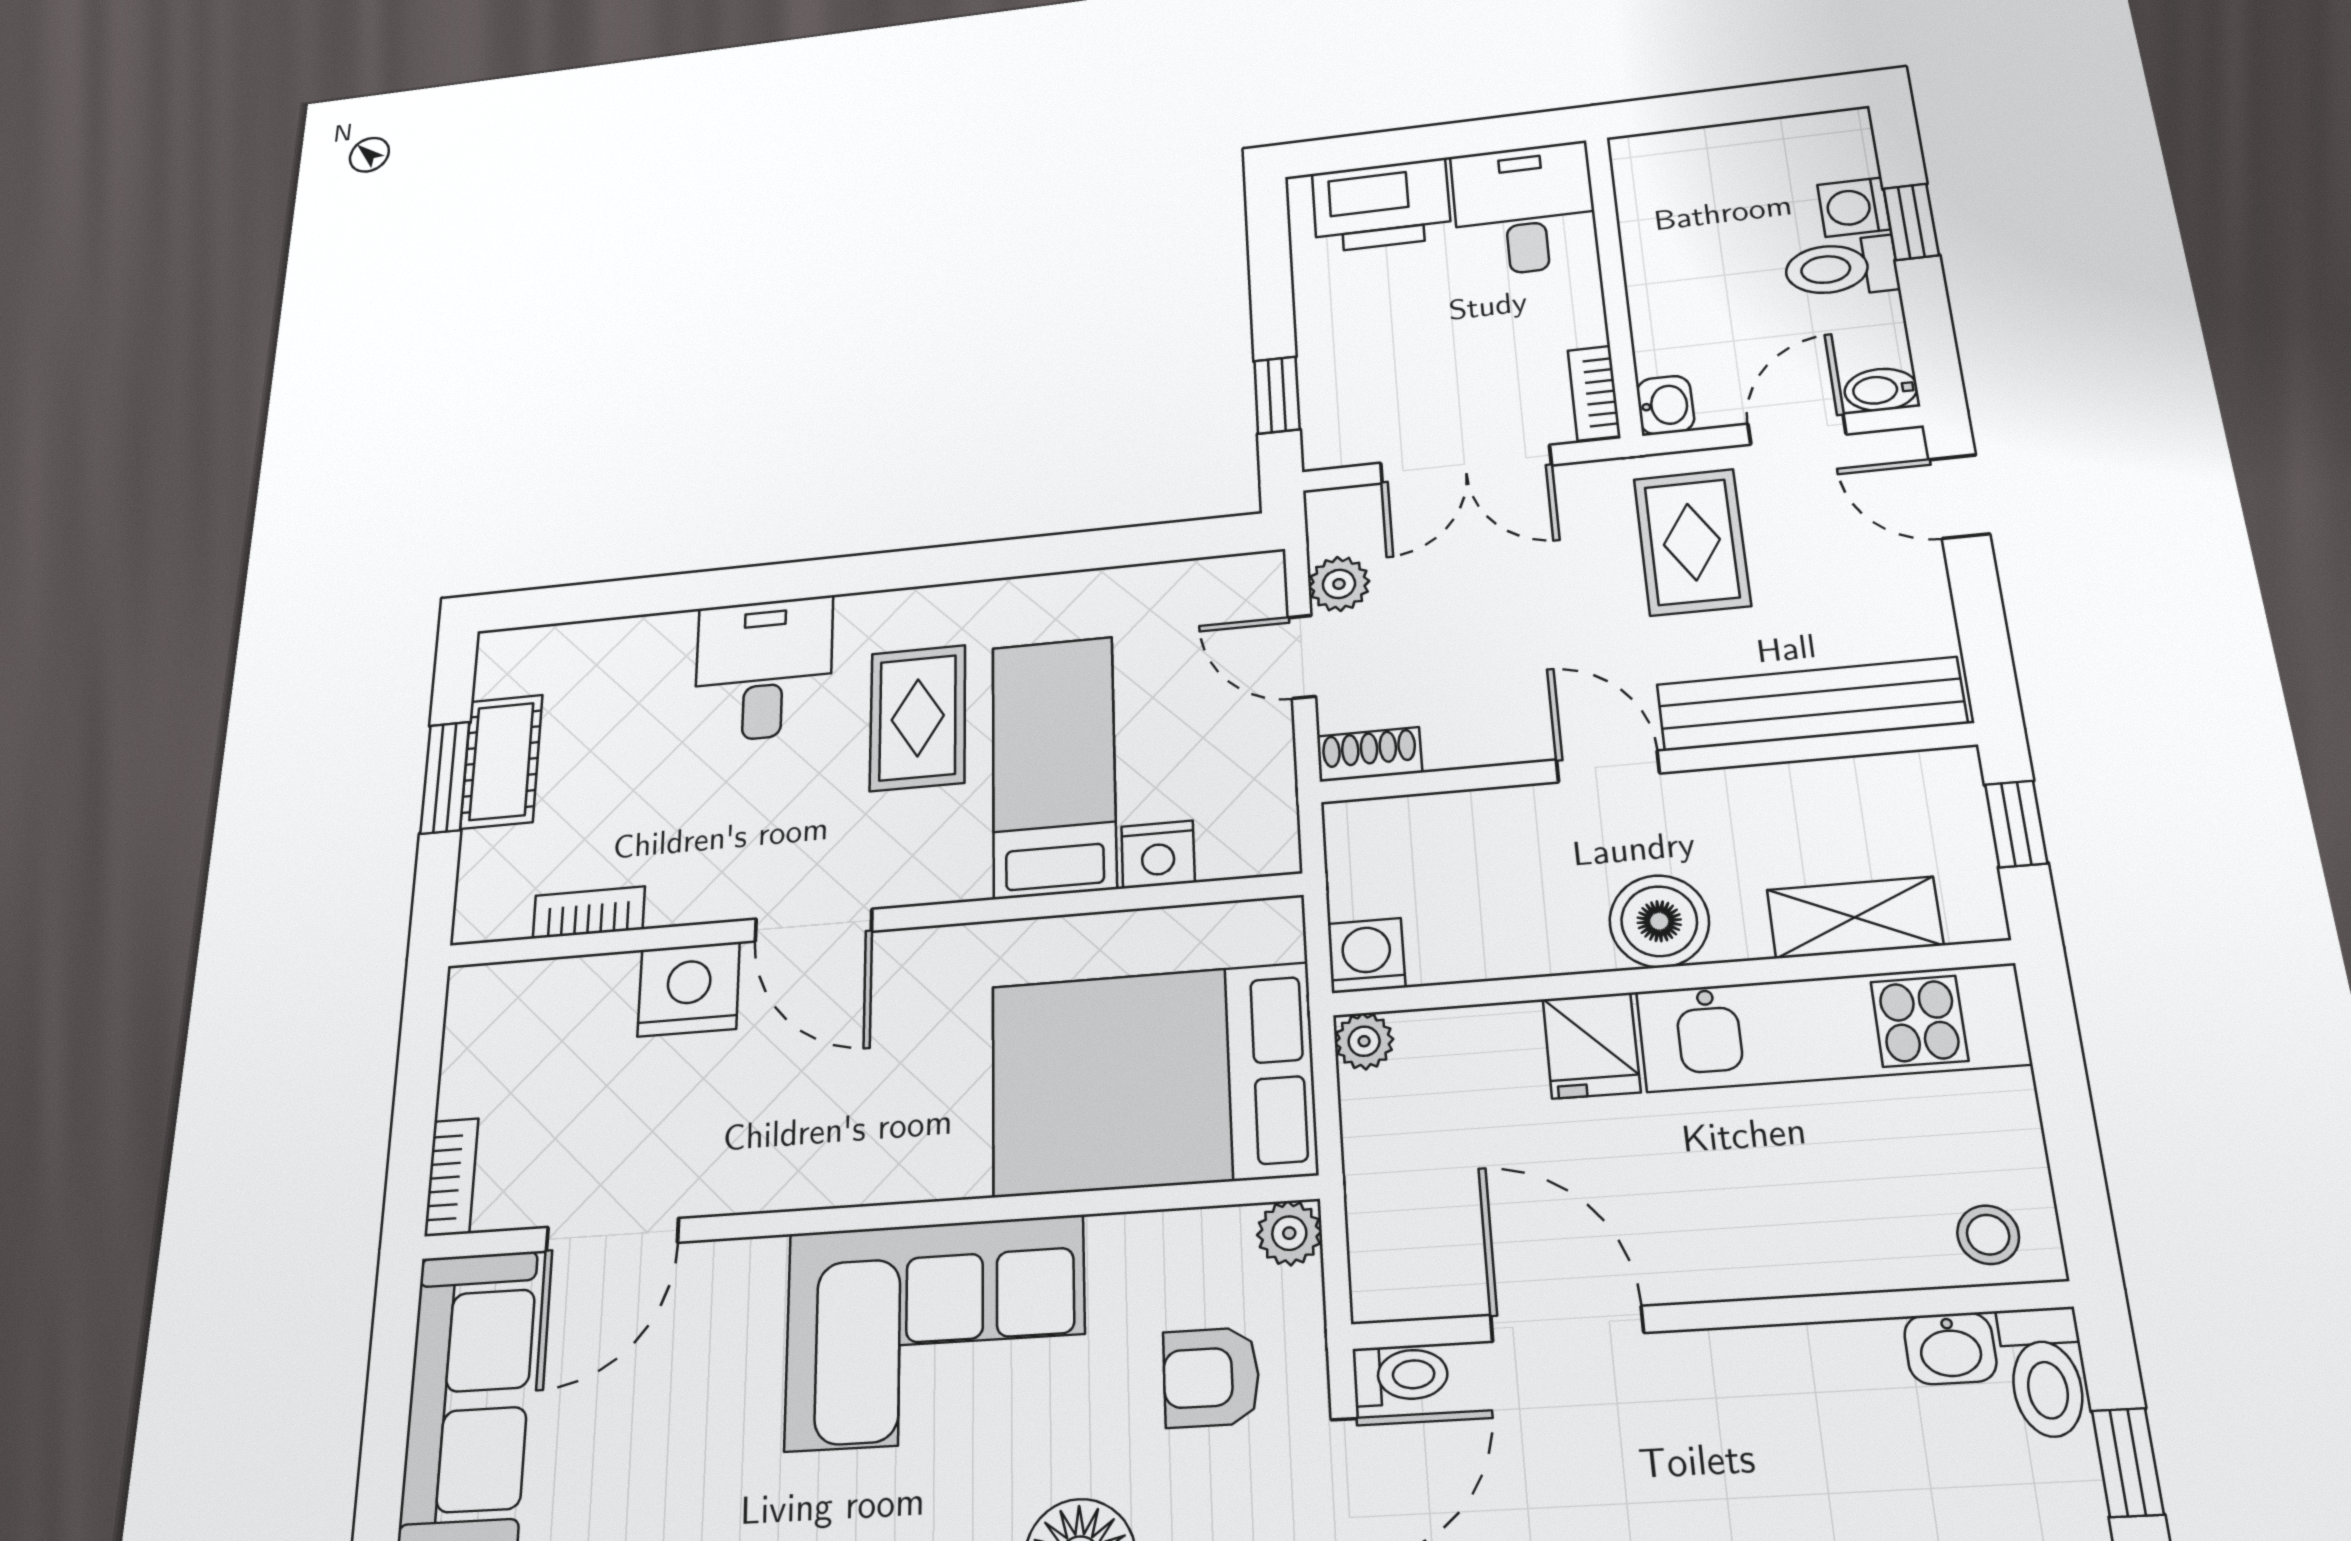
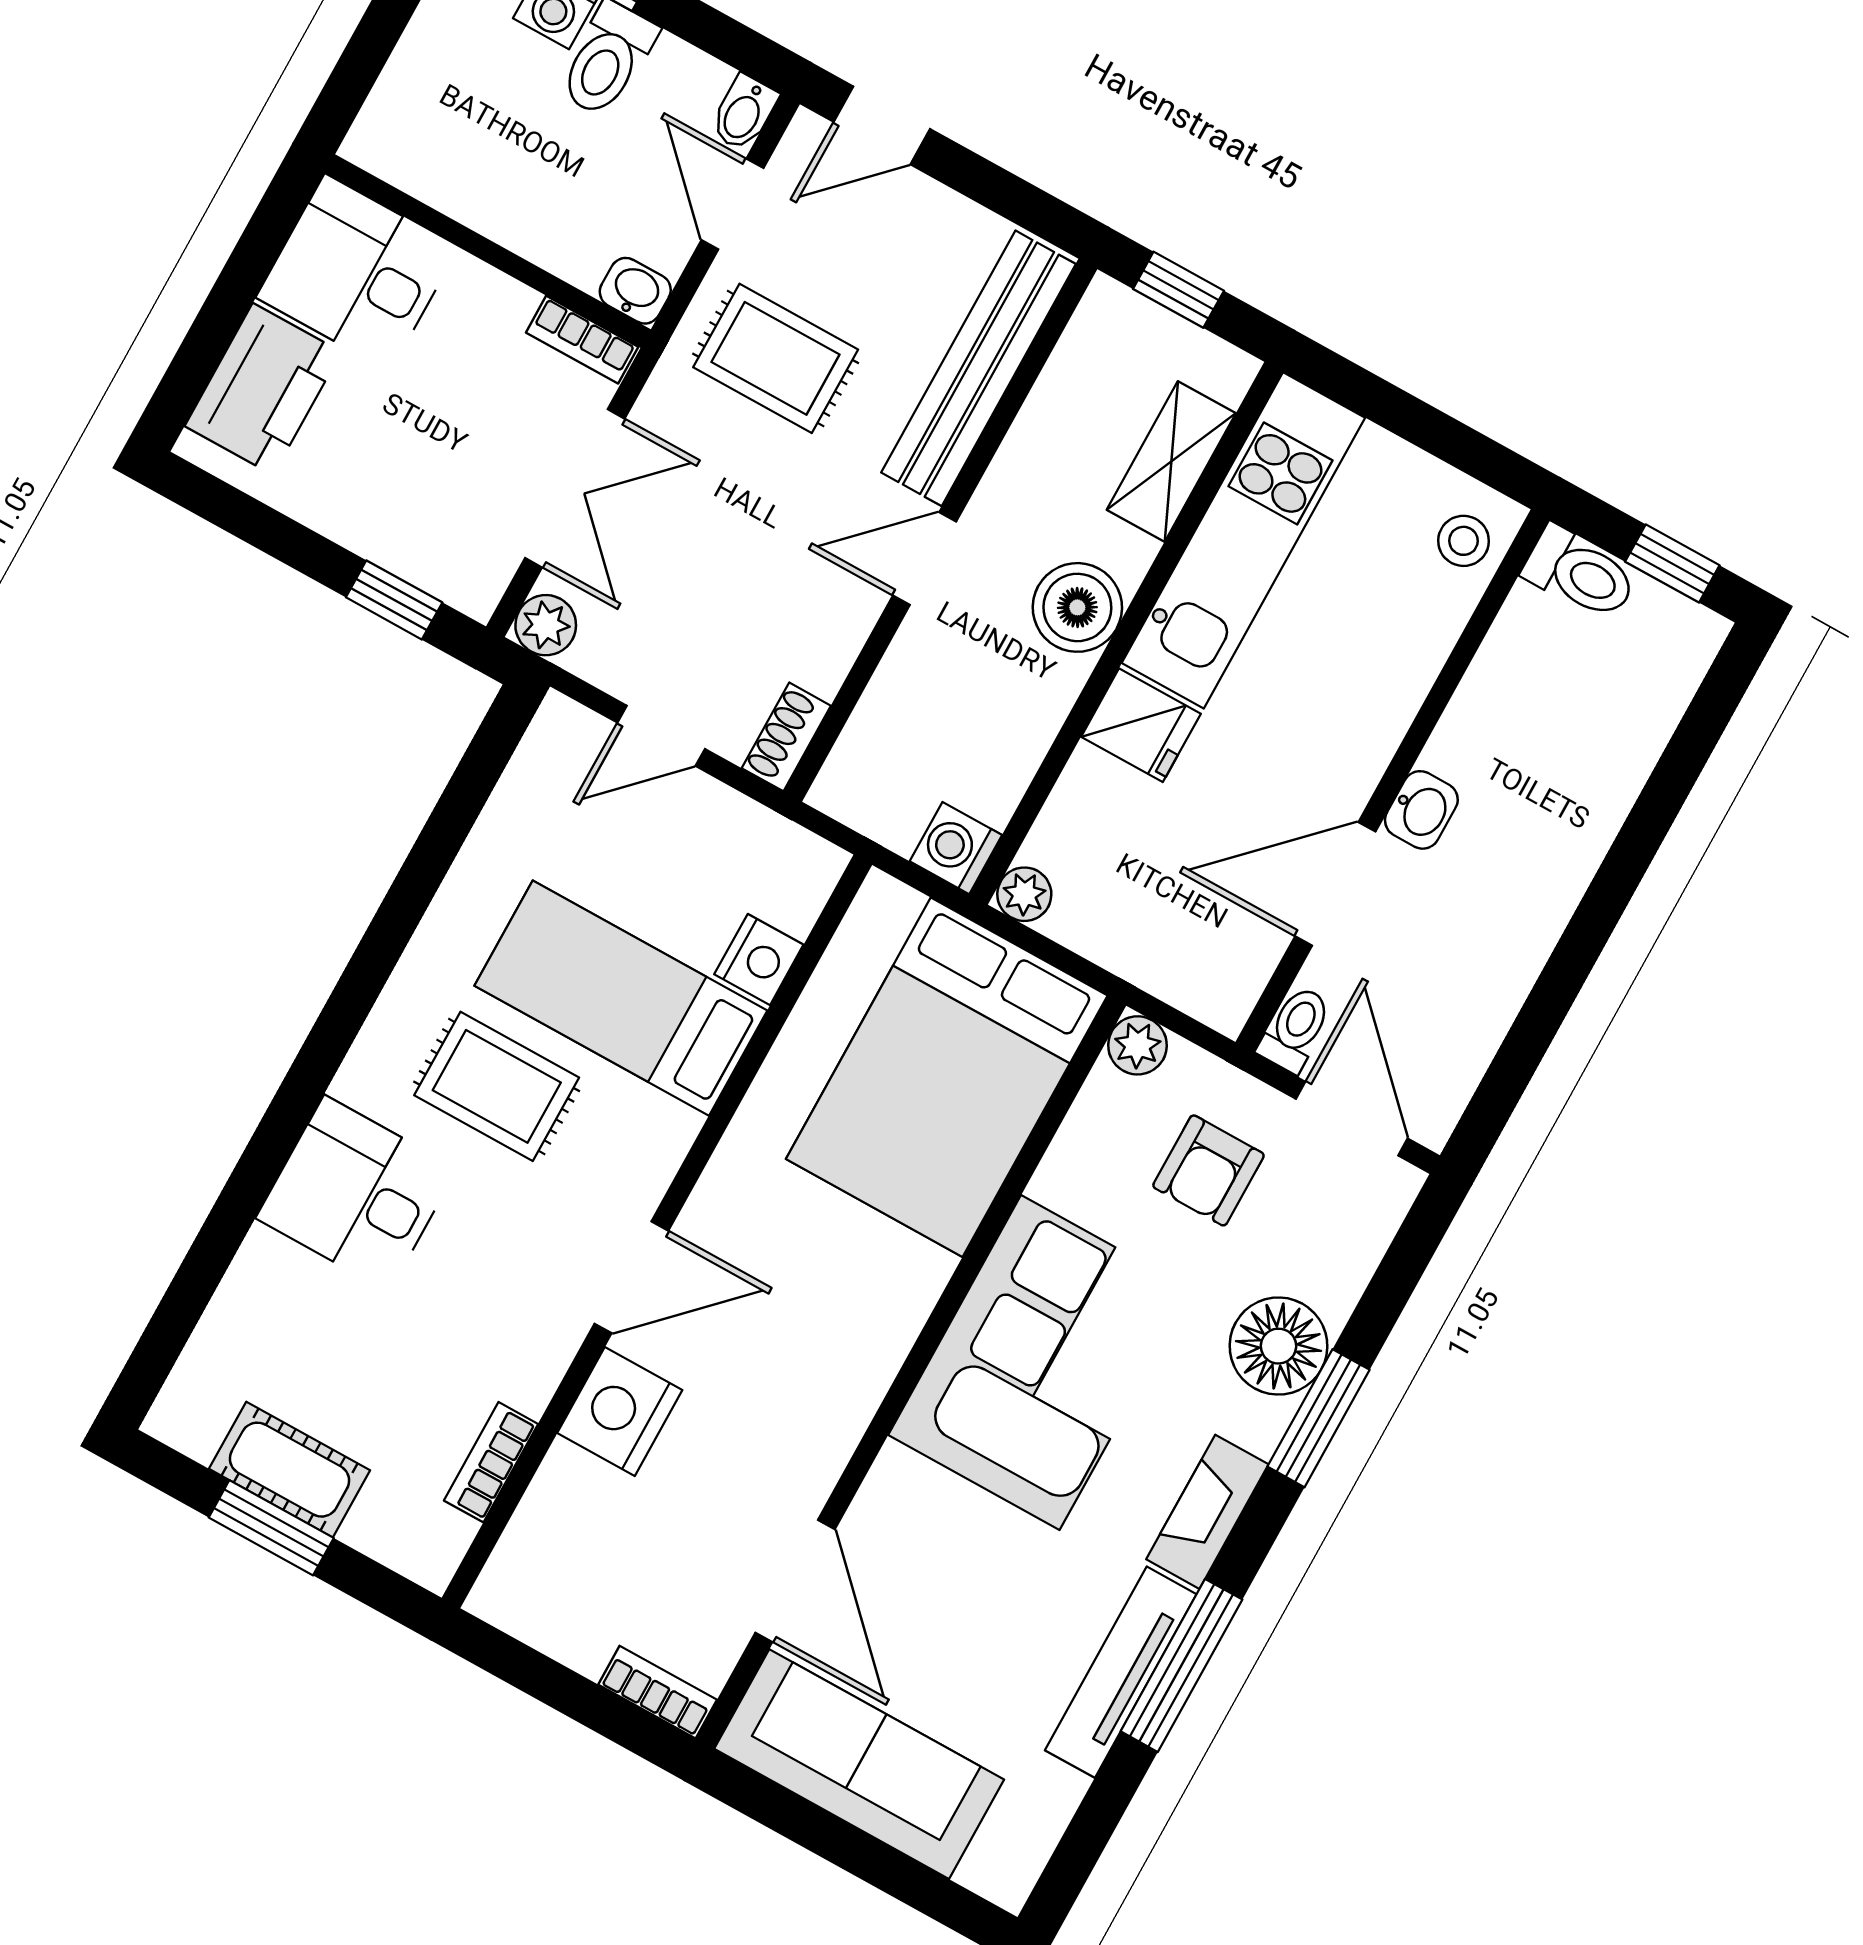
plant: (1339, 584) -> (546, 625), moved
washbasin: (1950, 1348) -> (1421, 810), moved

